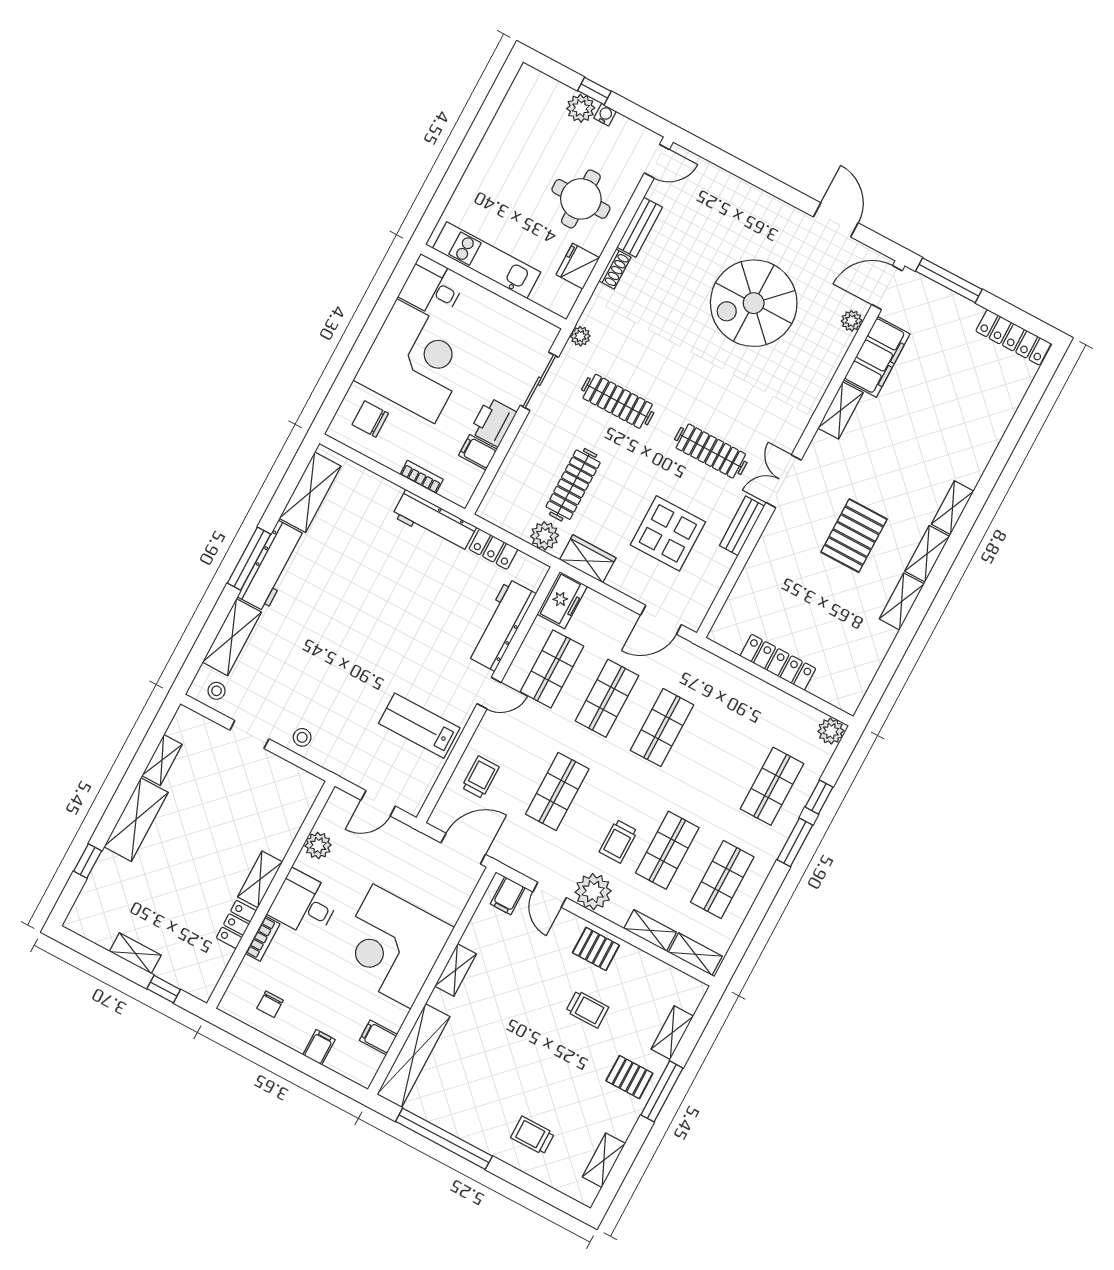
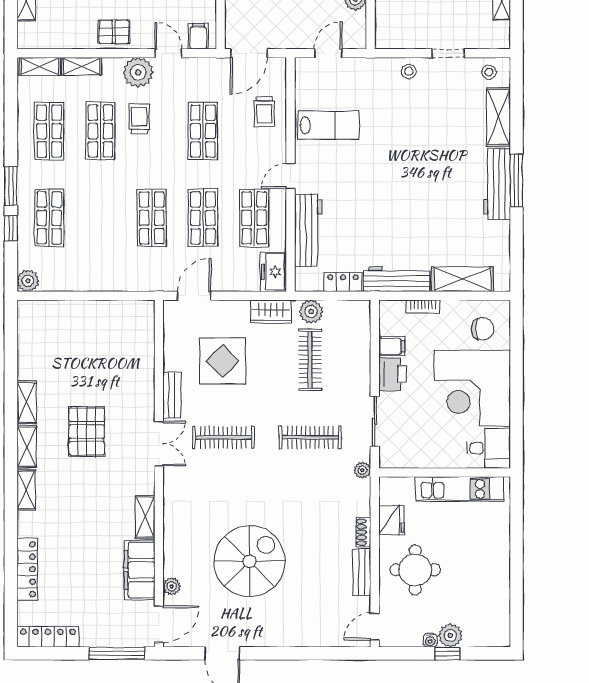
shelving: (310, 492) -> (462, 279), moved, turned 90
locker: (778, 662) -> (27, 569), moved, turned -90

